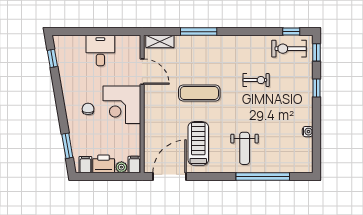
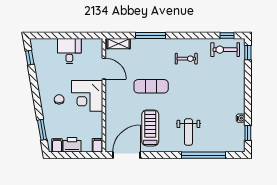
exercise bike: (256, 80) -> (186, 59), moved
window: (316, 88) -> (248, 133), moved
plant: (121, 167) -> (87, 147), removed

